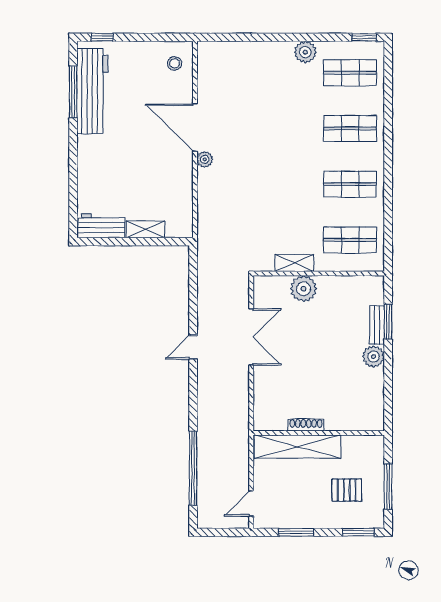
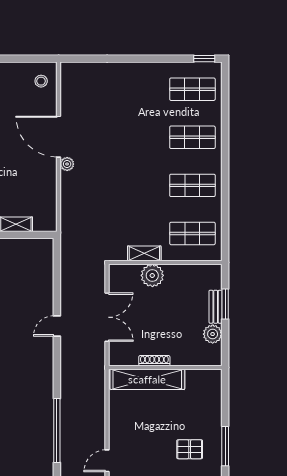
plant: (305, 52) -> (154, 71), removed
shoe rack: (306, 425) -> (154, 361), moved
wall: (319, 433) -> (165, 368), moved
shelving: (298, 447) -> (147, 379), moved

